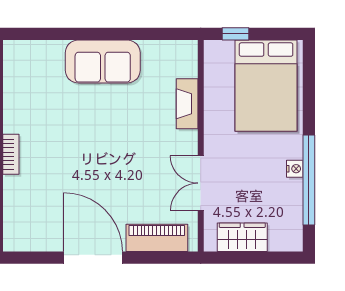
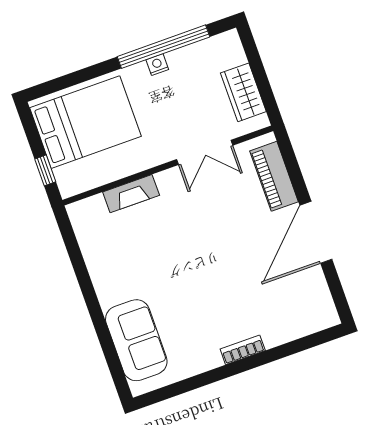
sofa: (103, 62) -> (136, 340), moved

